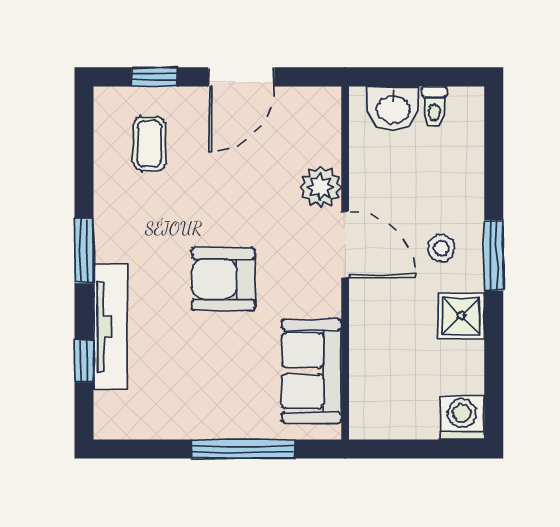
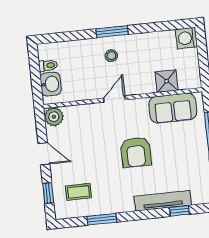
door: (241, 77) -> (44, 154), width x0.73
plant: (320, 187) -> (54, 117), moved
door: (345, 244) -> (114, 99), width x0.73
window: (84, 251) -> (102, 219), moved
shower: (461, 316) -> (167, 81), moved

